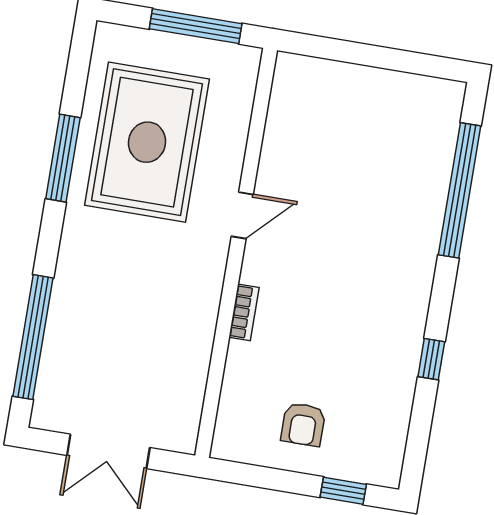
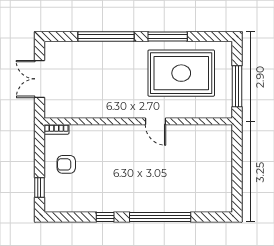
window: (460, 190) -> (160, 217), moved
bookcase: (244, 312) -> (56, 129), moved
window: (33, 337) -> (106, 37), moved

